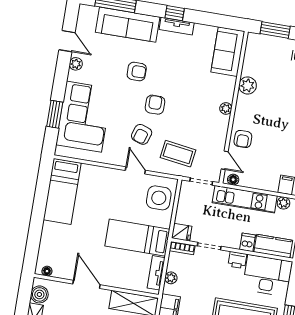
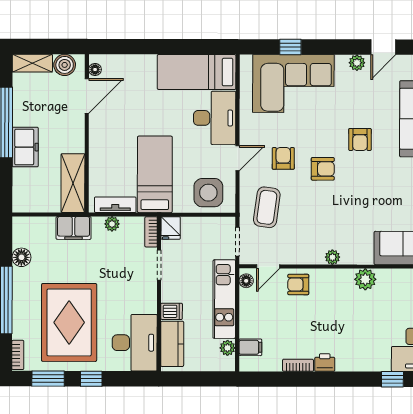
window: (55, 114) -> (290, 47), width x0.67
armchair: (142, 134) -> (283, 158), turned 72
desk: (101, 183) -> (215, 118), added
printer: (237, 260) -> (148, 302), removed
door: (87, 284) -> (87, 96), moved

